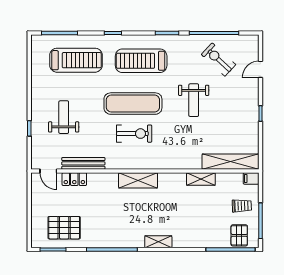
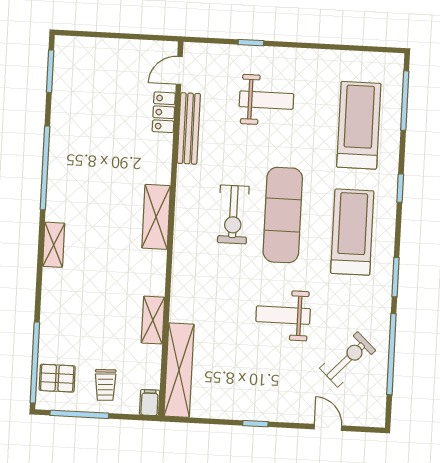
treadmill: (76, 60) -> (359, 125), turned 180
pallet: (64, 228) -> (85, 91), removed

